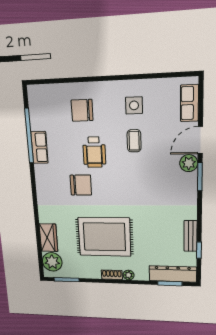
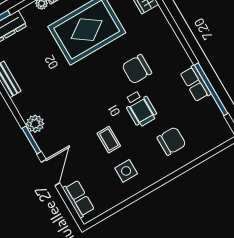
wheelchair: (94, 152) -> (140, 108), turned 180
plant: (189, 163) -> (35, 124), moved

